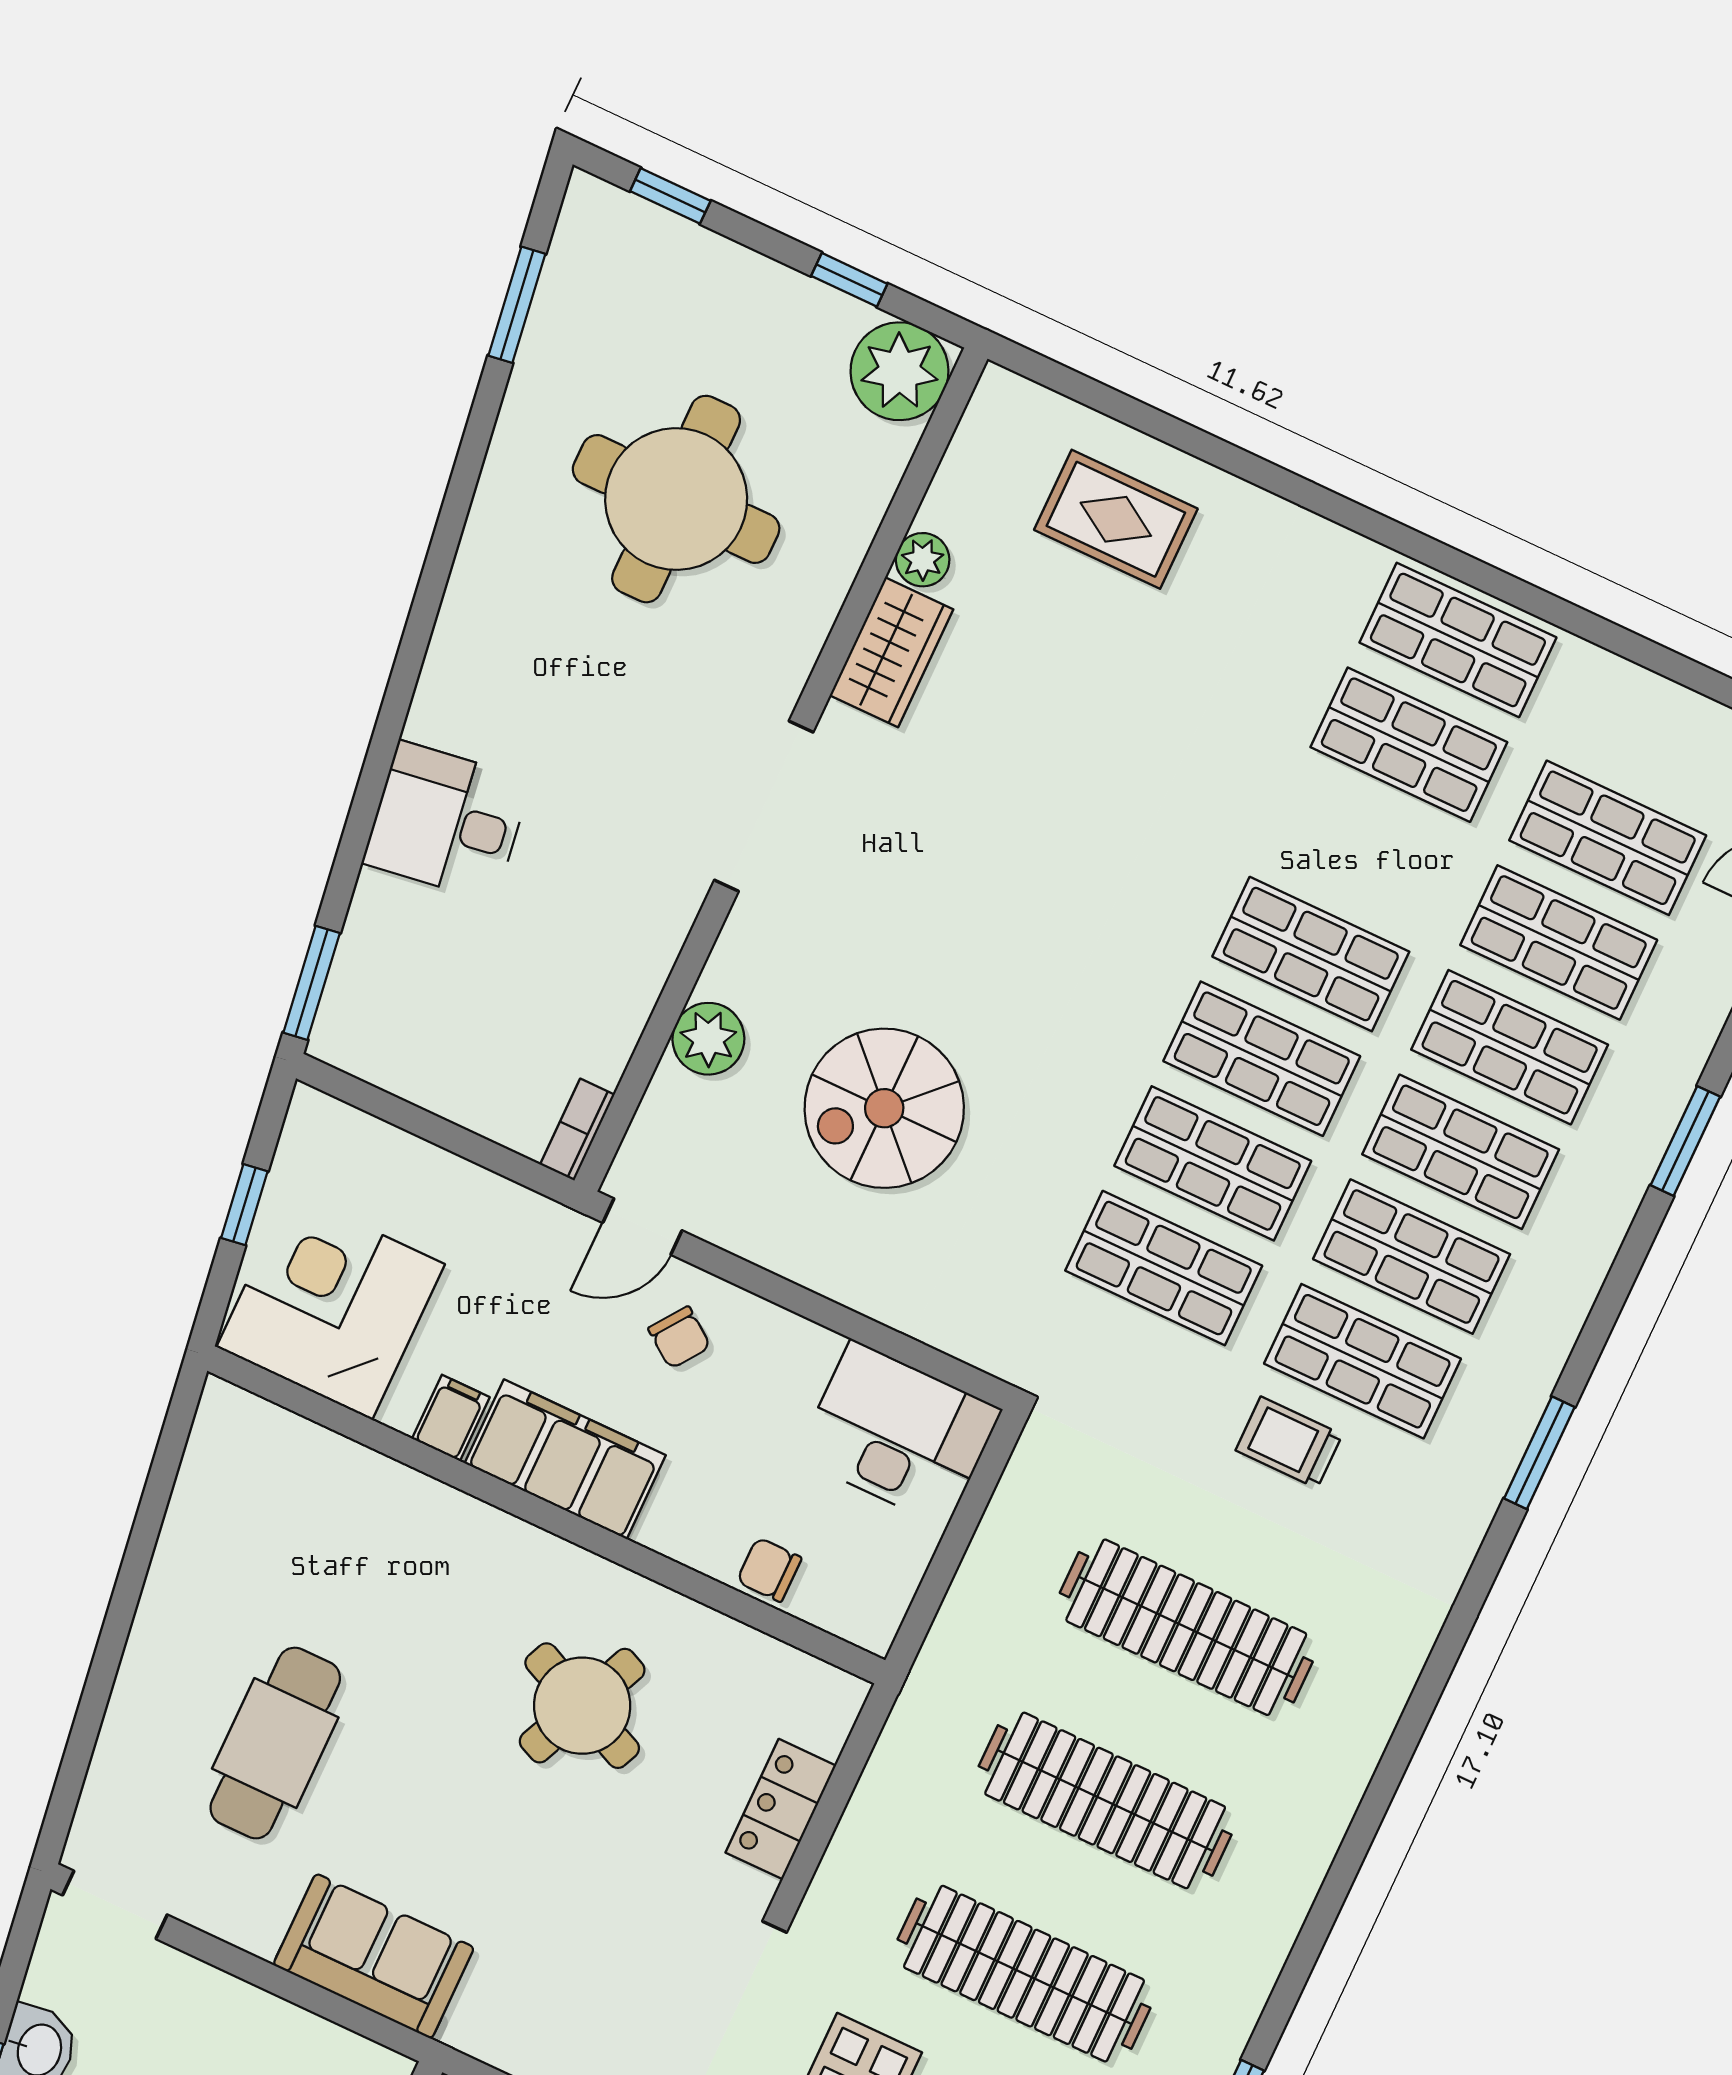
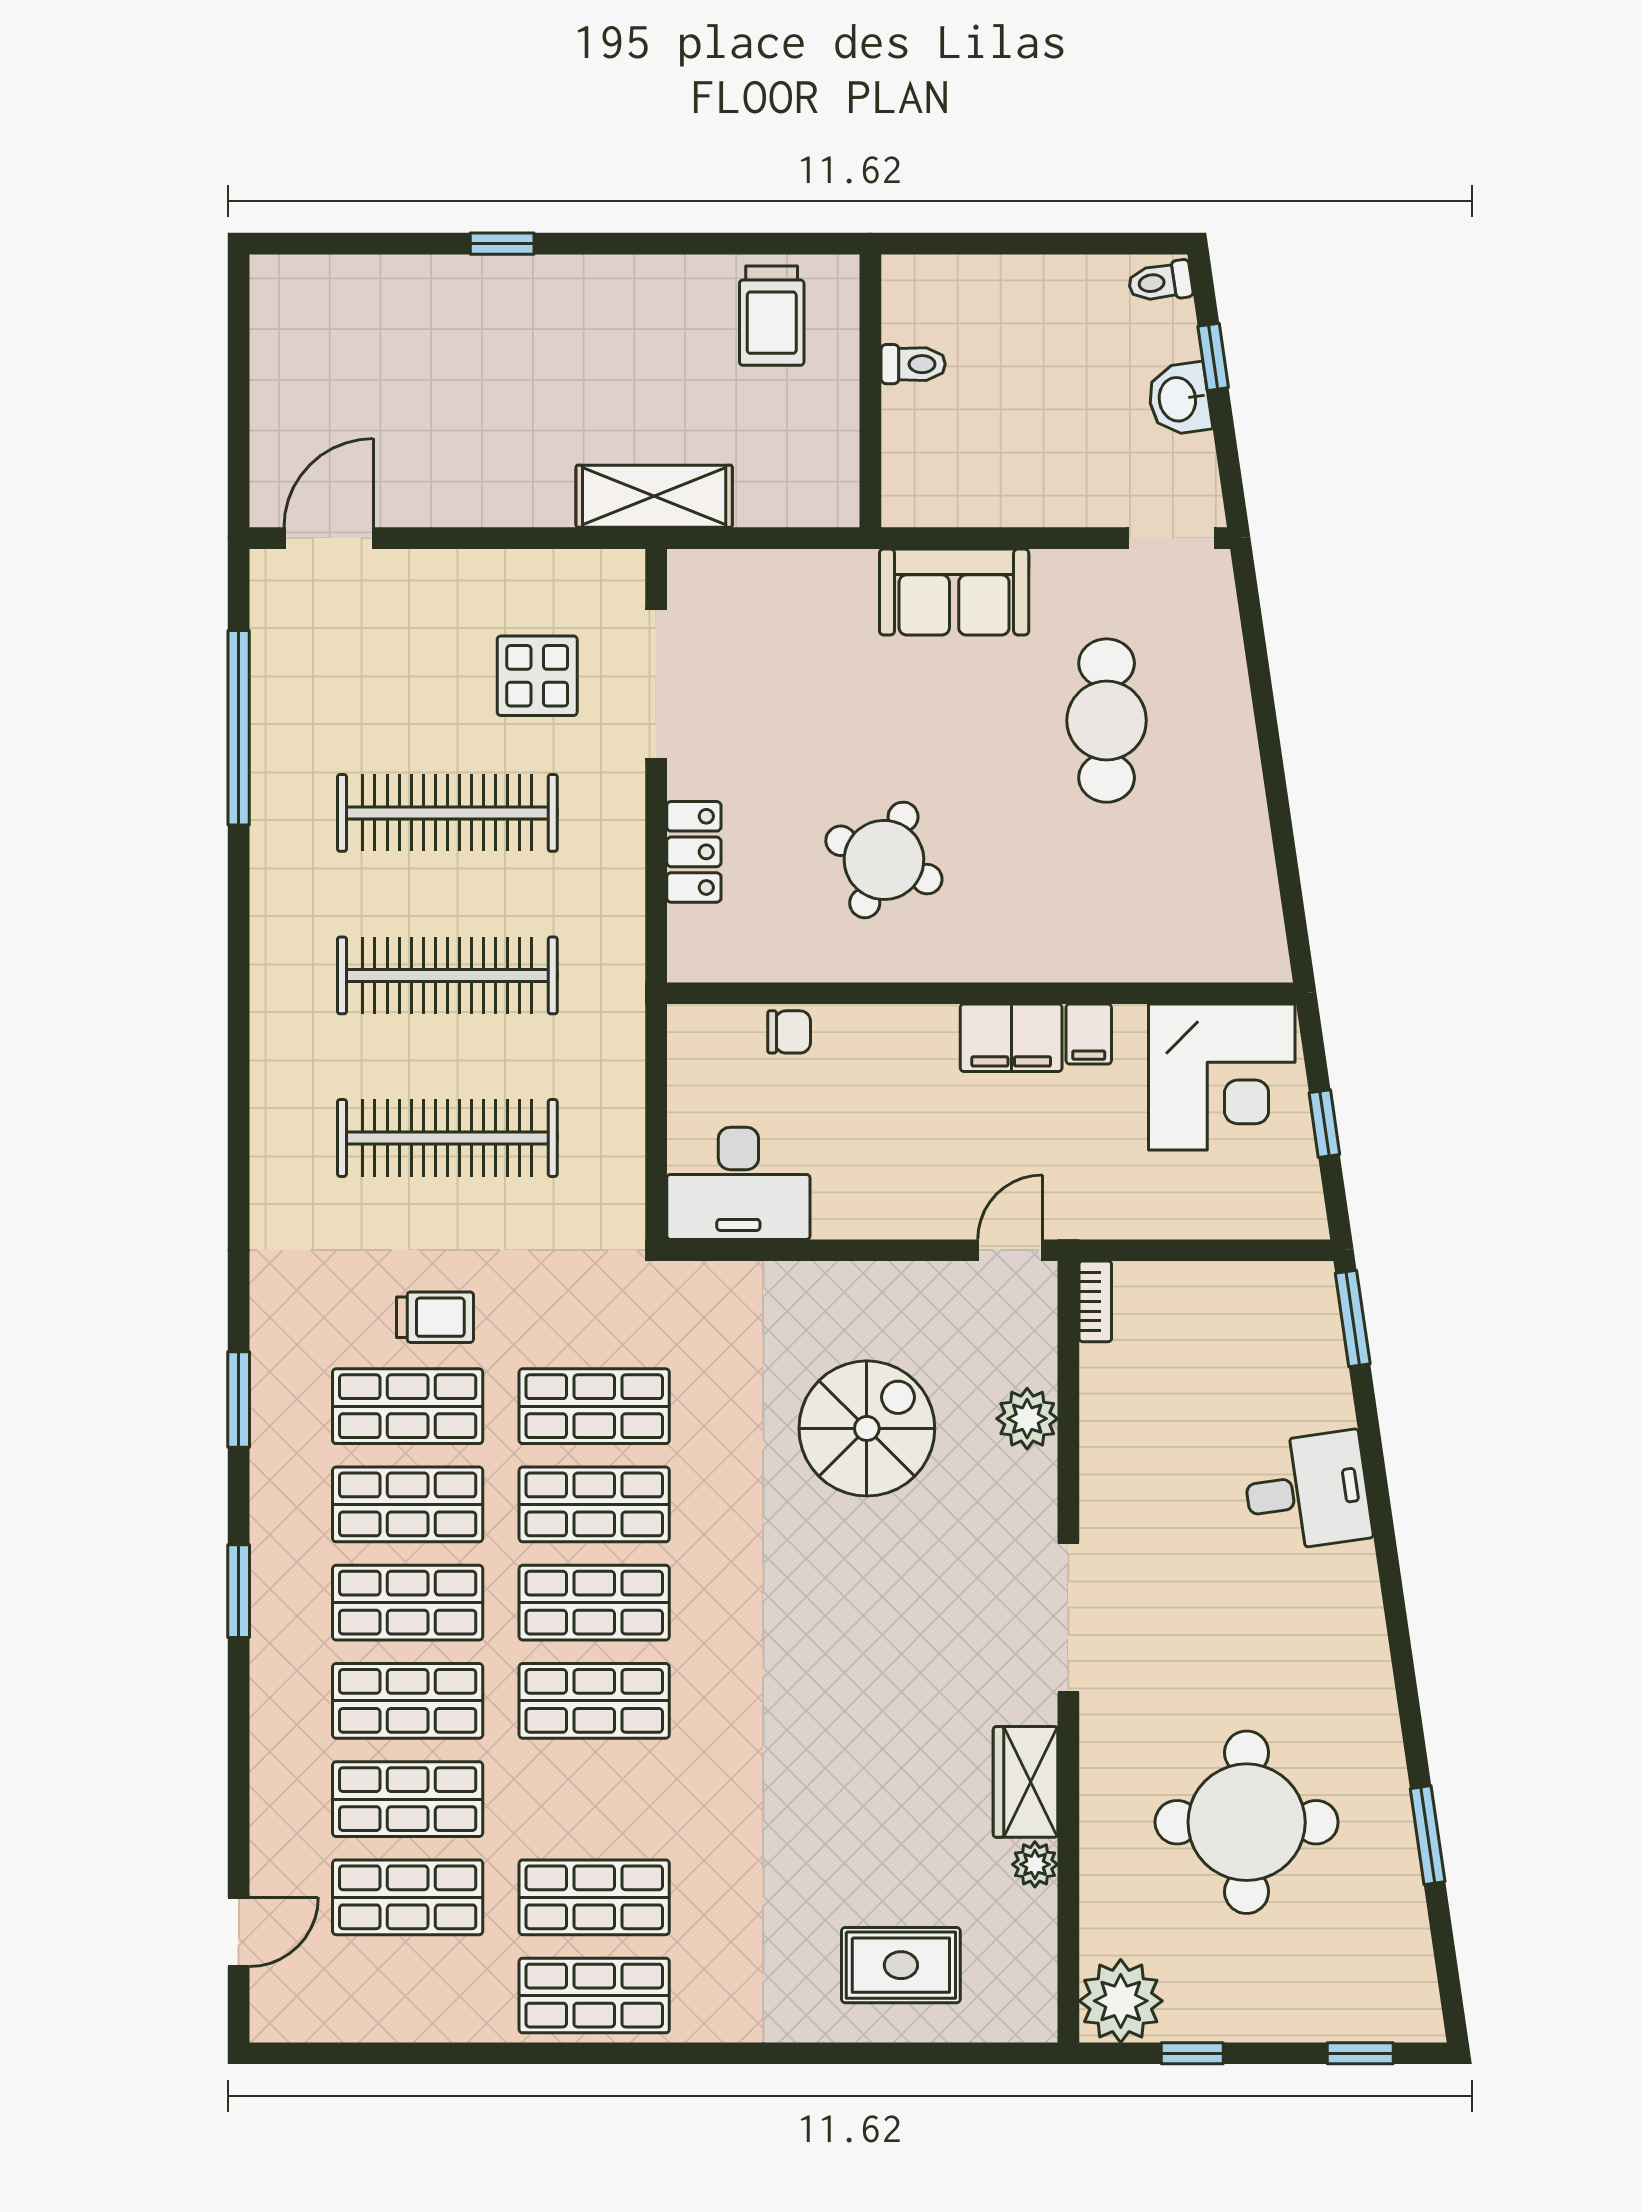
window: (517, 305) -> (1428, 1835), moved
window: (1685, 1141) -> (239, 1591), moved
chair: (679, 1337) -> (942, 1178), removed
filing cabinet: (565, 1459) -> (1011, 1038), width x0.67, depth x0.86

